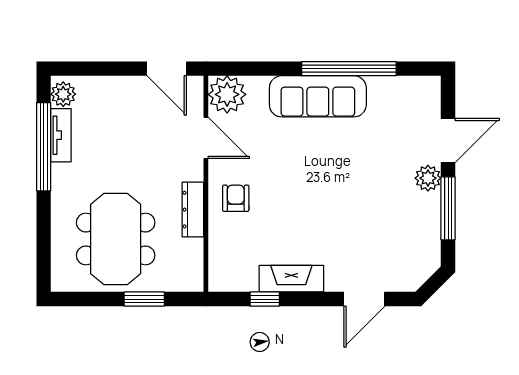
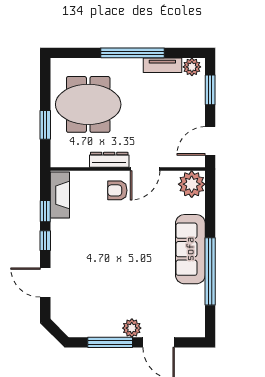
window: (95, 69) -> (210, 90), added
door: (206, 138) -> (145, 169), moved
window: (44, 147) -> (133, 53), moved
armchair: (236, 198) -> (117, 190), turned 180
fireplace: (291, 279) -> (60, 195), moved
window: (306, 299) -> (45, 241), added

